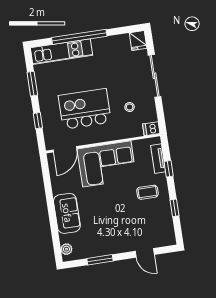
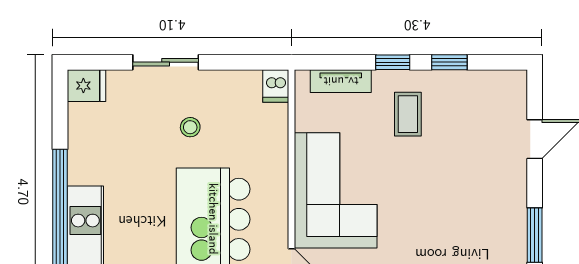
sliding door: (155, 76) -> (166, 62), width x0.73
stool: (130, 107) -> (190, 127), moved
window: (169, 169) -> (393, 62), moved

